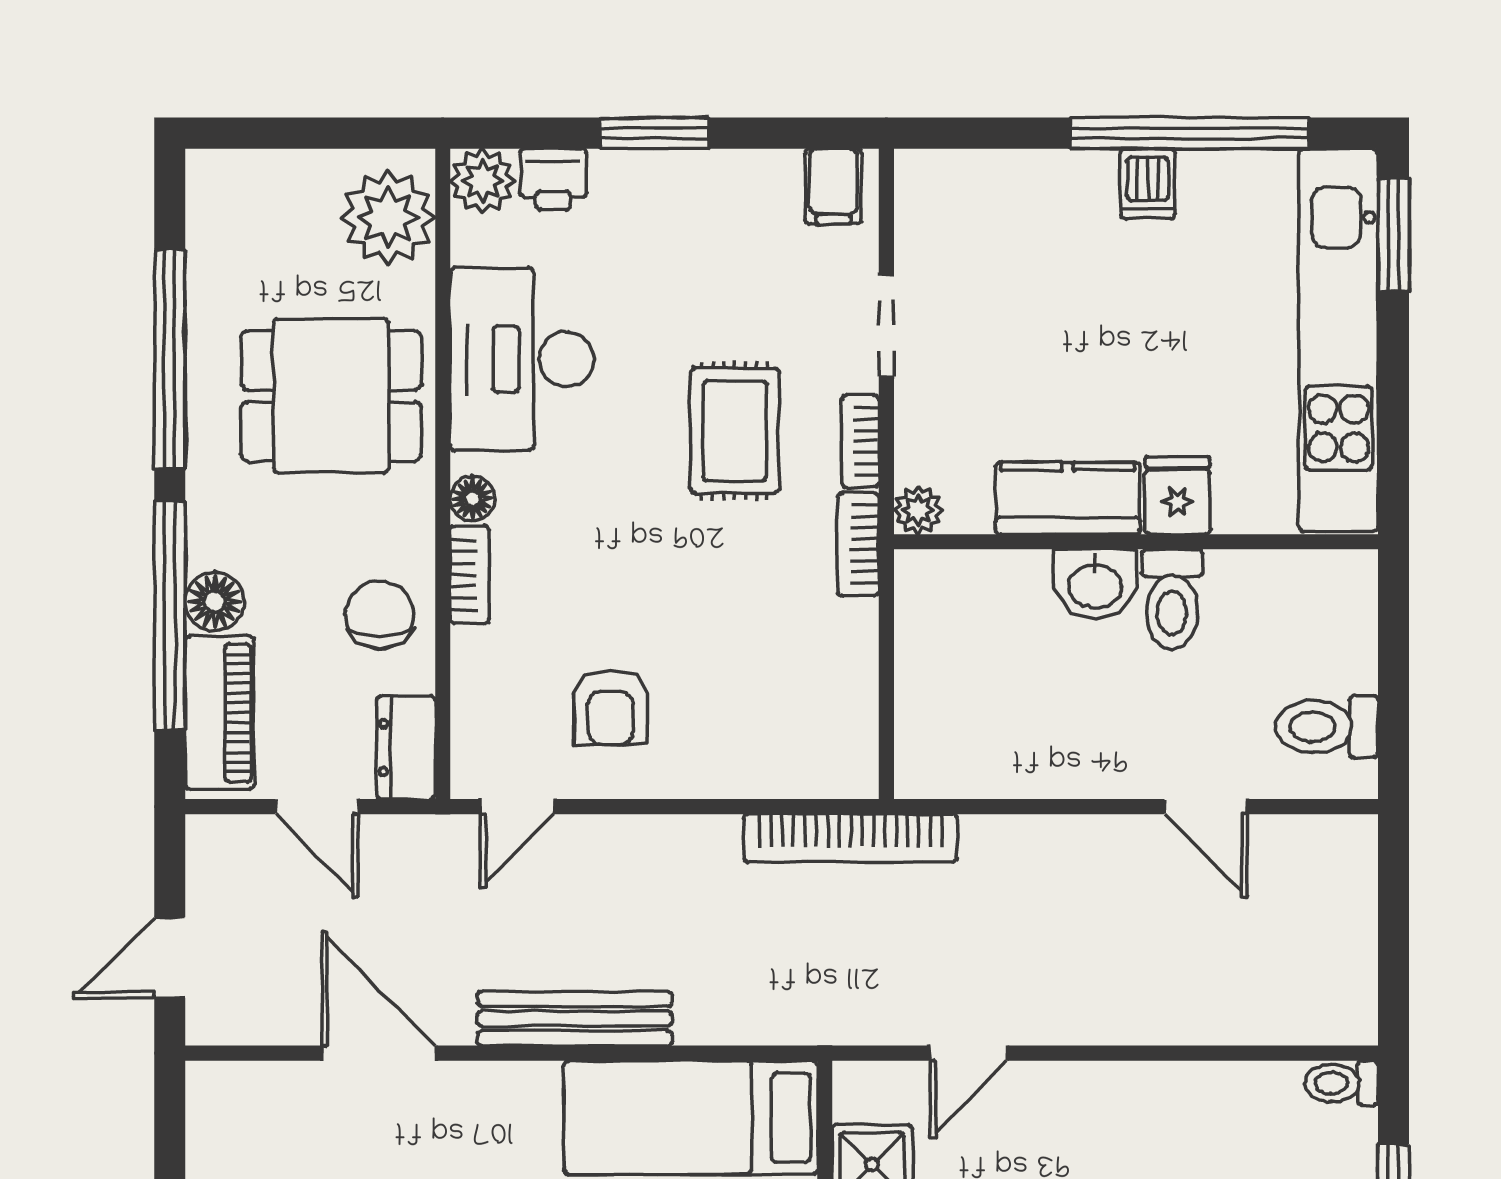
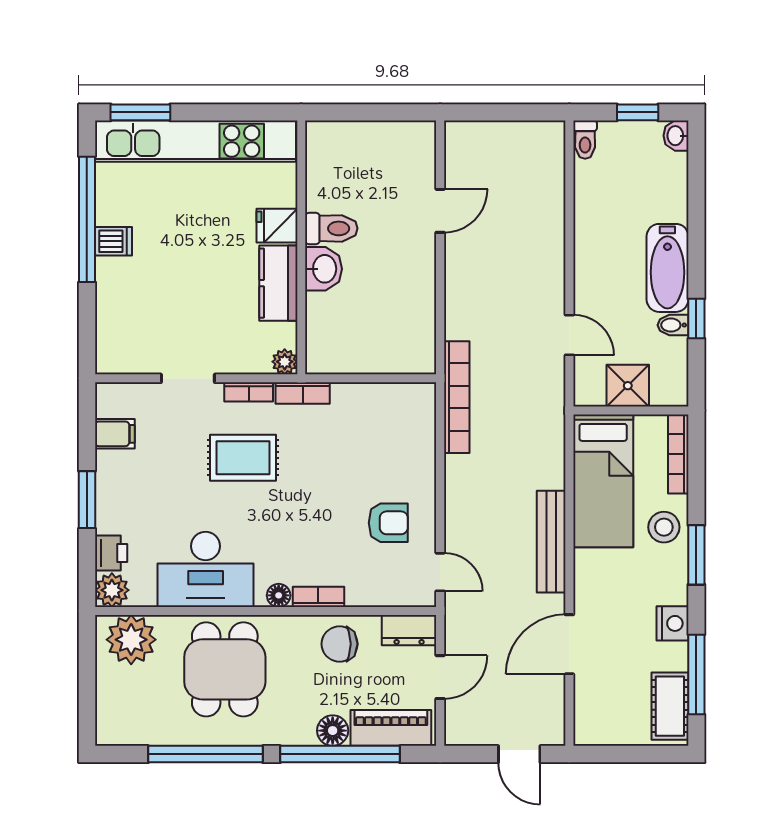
filing cabinet: (833, 186) -> (115, 434), moved
toilet: (1327, 727) -> (398, 147), removed

